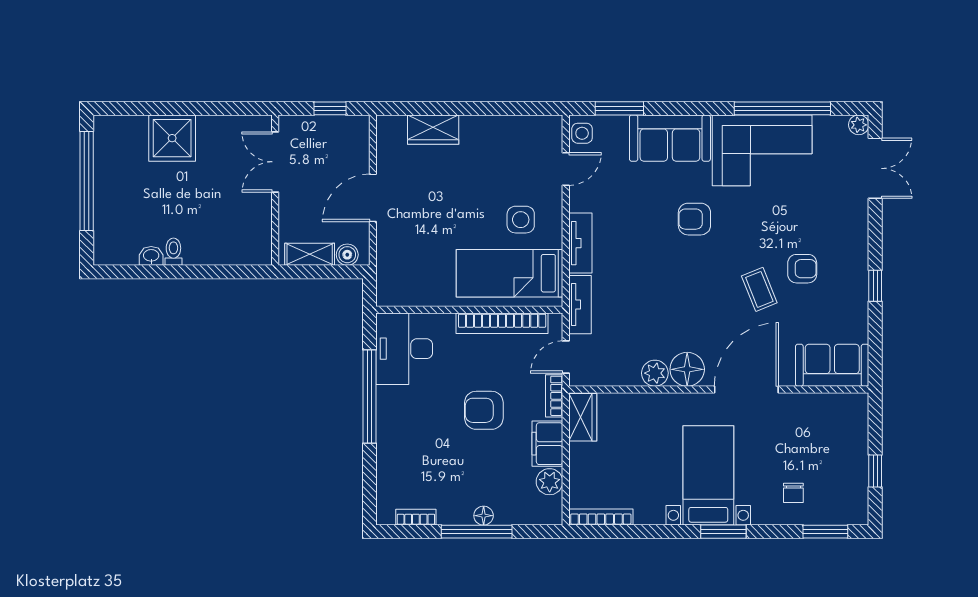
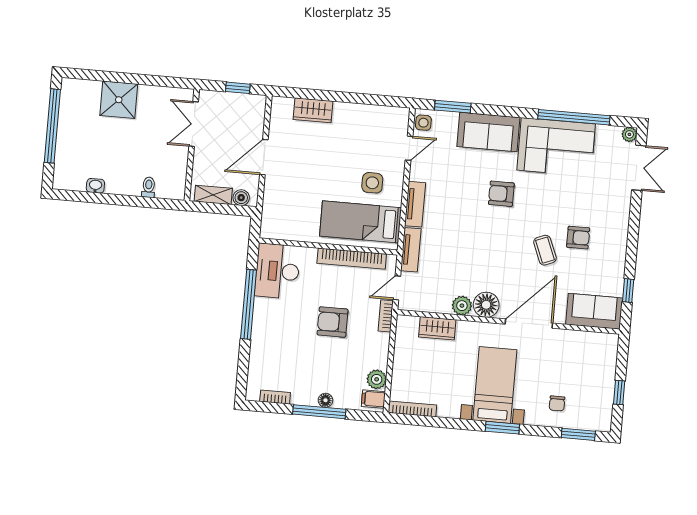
toilet: (173, 252) -> (149, 187), moved
window: (875, 286) -> (628, 291), moved
wardrobe: (583, 417) -> (437, 328), moved, turned 90
filing cabinet: (547, 444) -> (373, 399), moved, width x0.50

